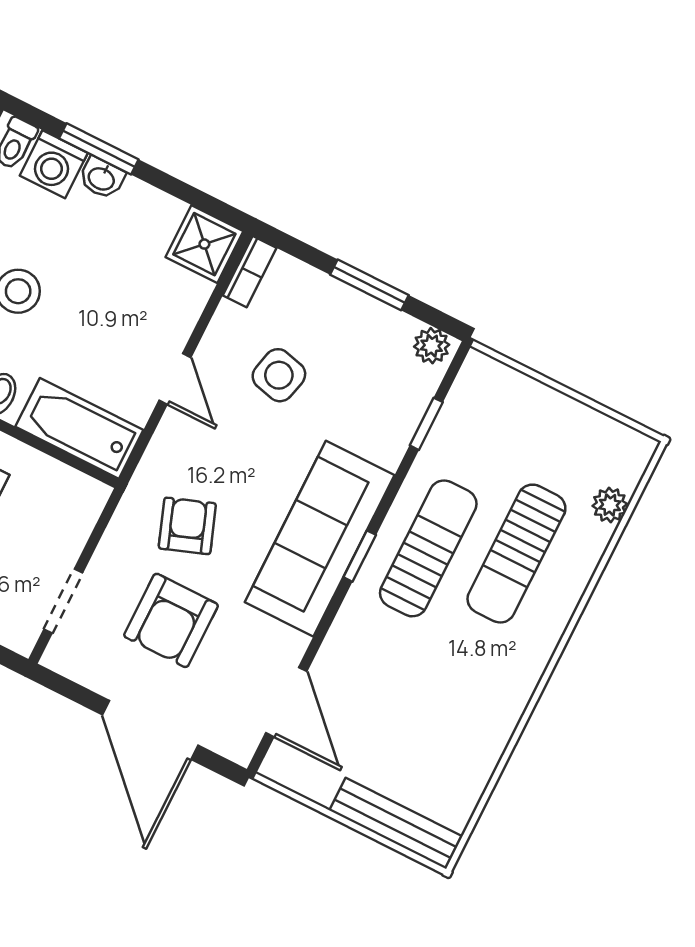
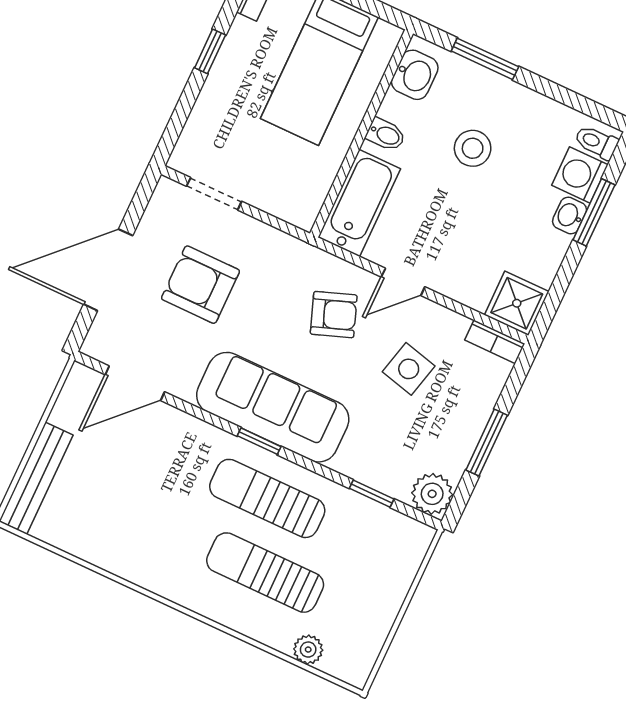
plant: (432, 346) -> (432, 494), width x1.38, depth x1.38
armchair: (187, 526) -> (334, 315), moved
sun lounger: (428, 548) -> (267, 498), turned 180

